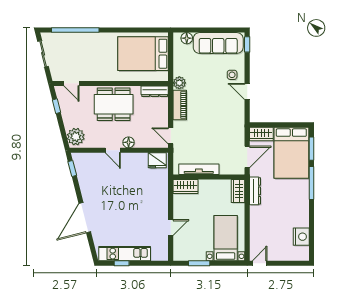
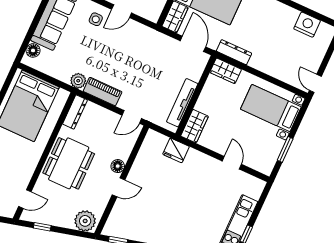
fridge: (157, 160) -> (176, 150), moved, turned 90

